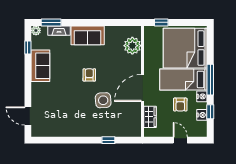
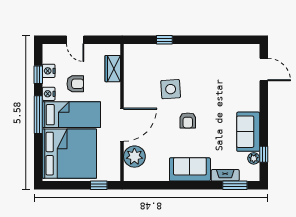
plant: (36, 30) -> (254, 158), moved
door: (142, 88) -> (122, 125), moved
armchair: (180, 105) -> (75, 84), turned 90

